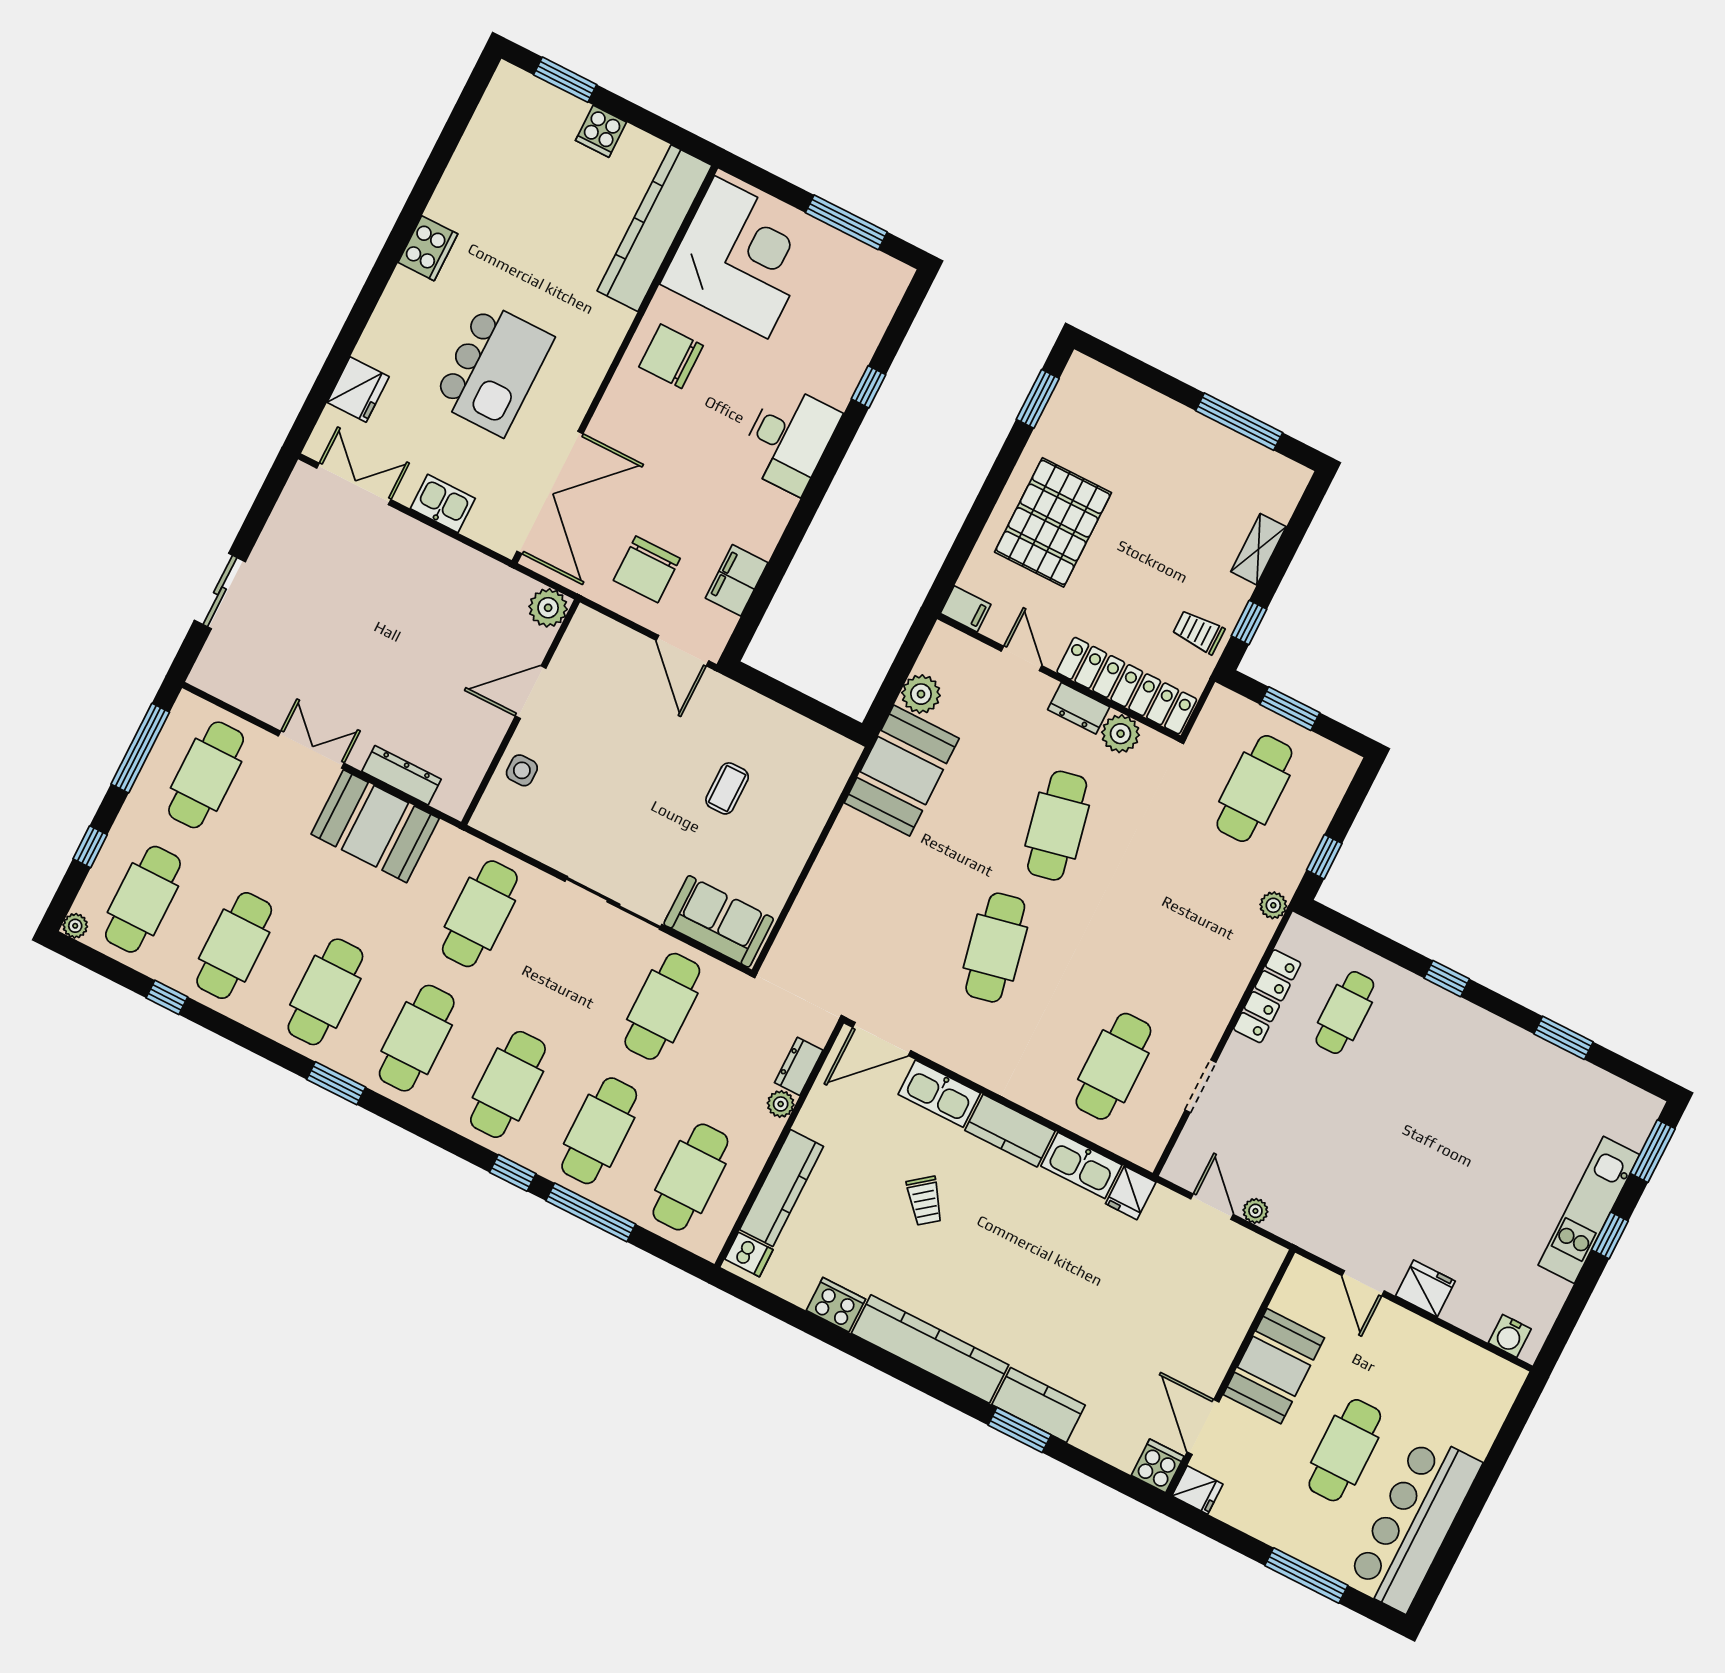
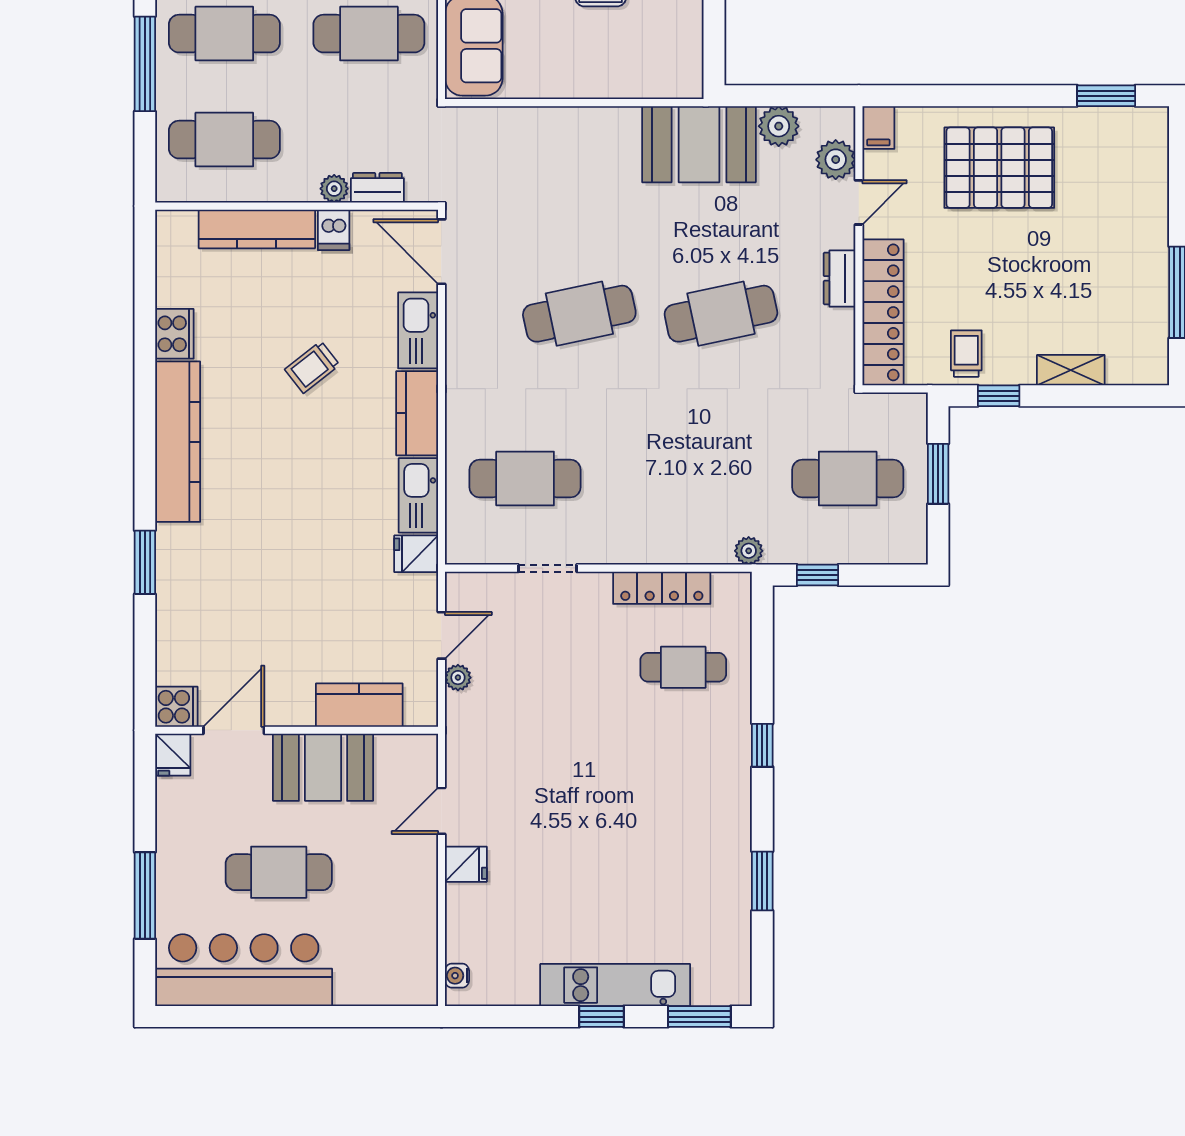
plant: (1121, 734) -> (836, 160), moved
dishwasher: (749, 1254) -> (334, 230), moved
fridge: (1425, 1288) -> (466, 864), width x0.72
water cooler: (1510, 1336) -> (457, 976), width x0.72, depth x0.72
kitchen counter: (1039, 1405) -> (359, 705), moved, turned -90

